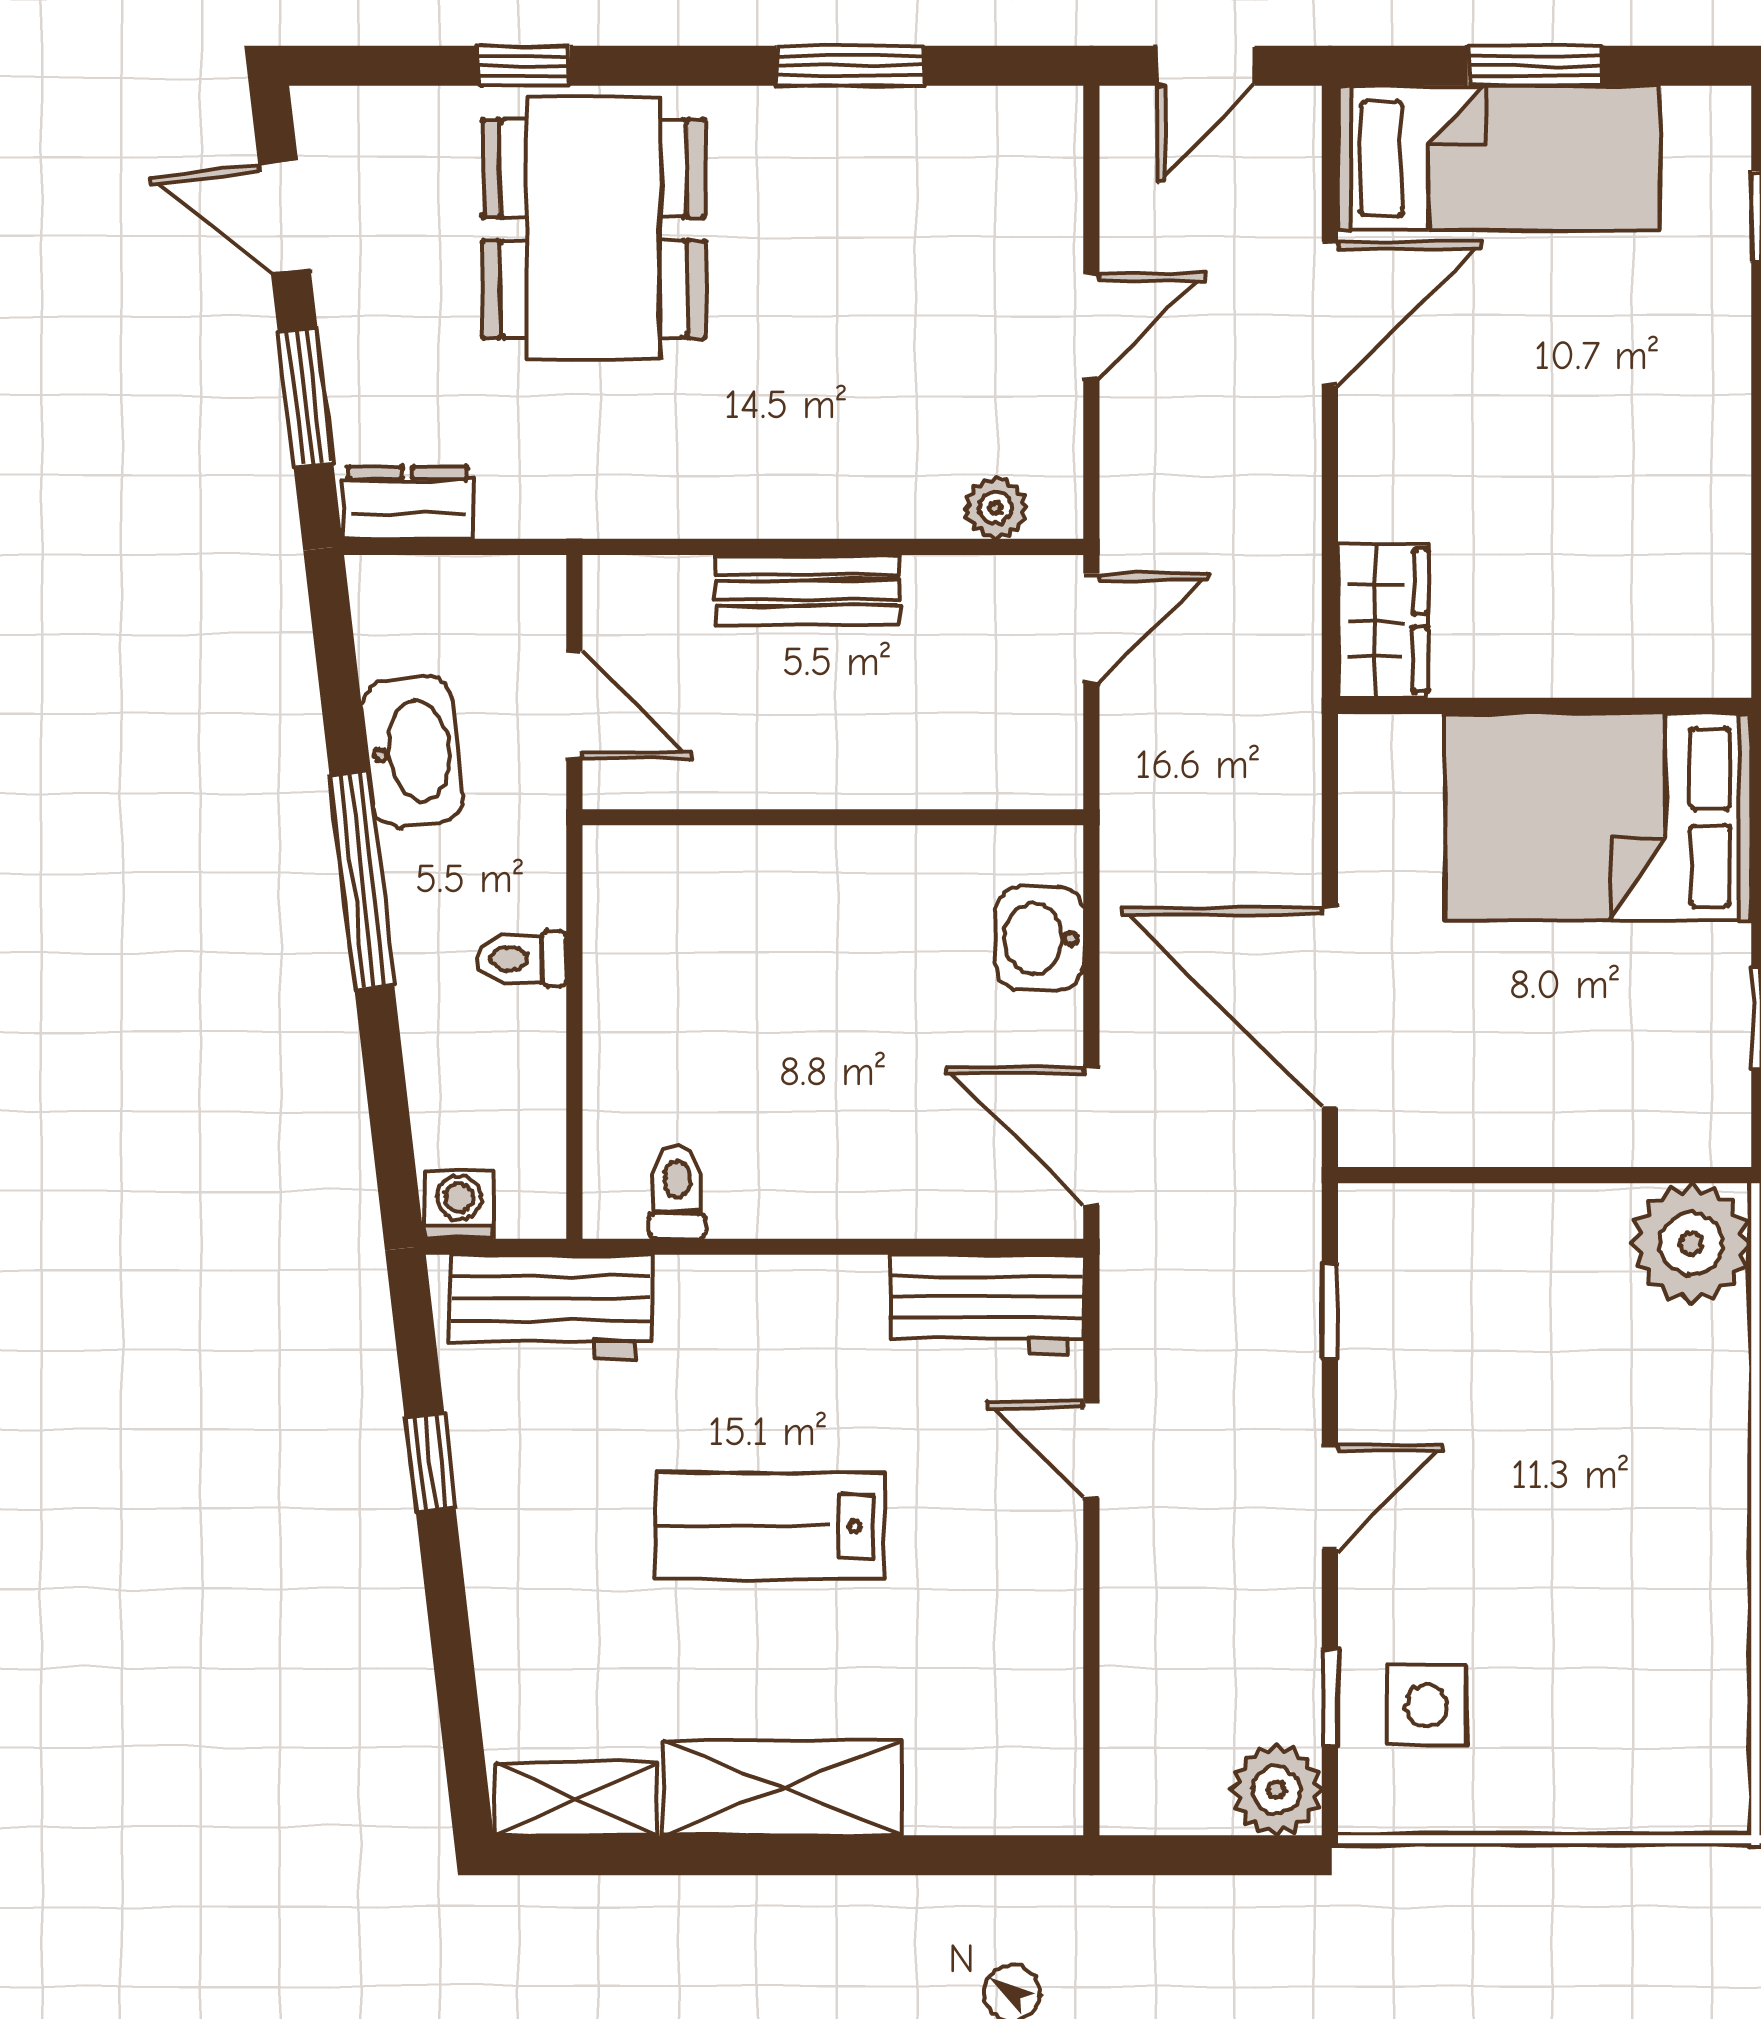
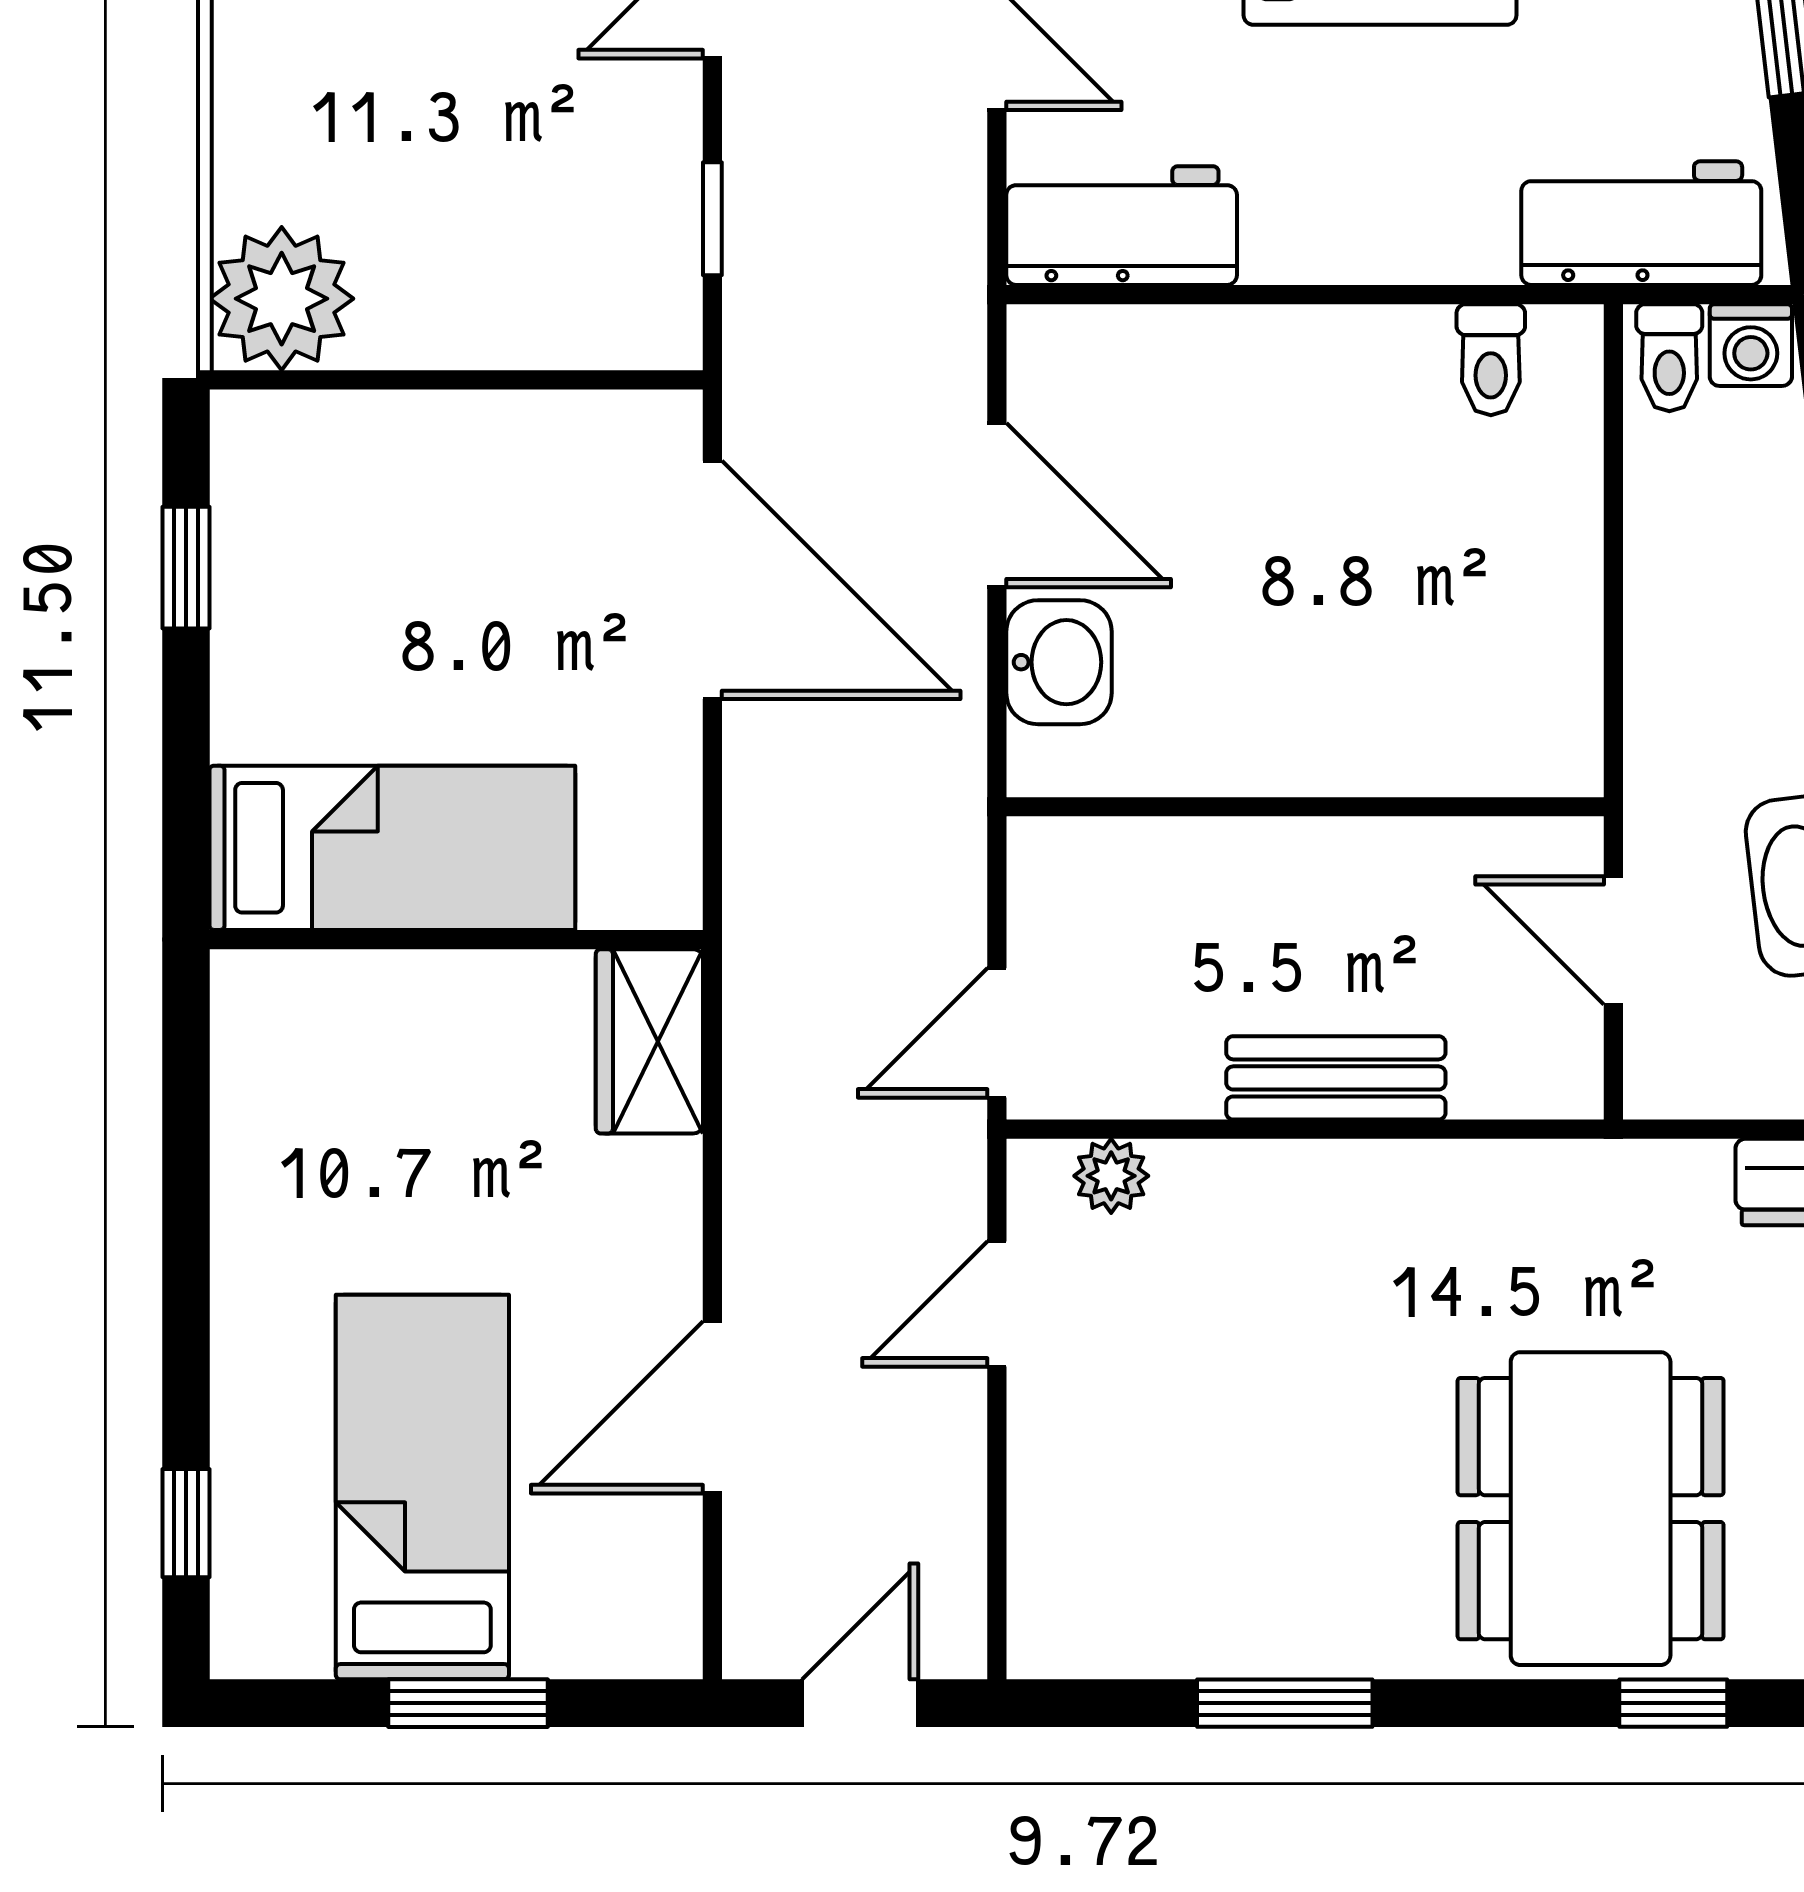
bed: (1499, 158) -> (422, 1487), moved, turned 90
door: (1091, 326) -> (997, 1304), moved
bed: (1598, 817) -> (392, 848), width x0.67
toilet: (521, 959) -> (1669, 358), moved, turned 90
door: (1091, 1136) -> (997, 505), moved

